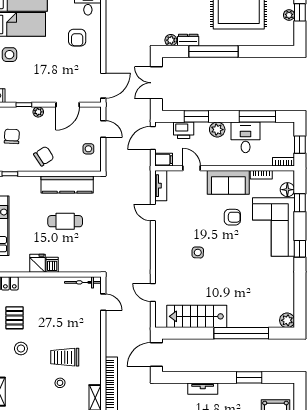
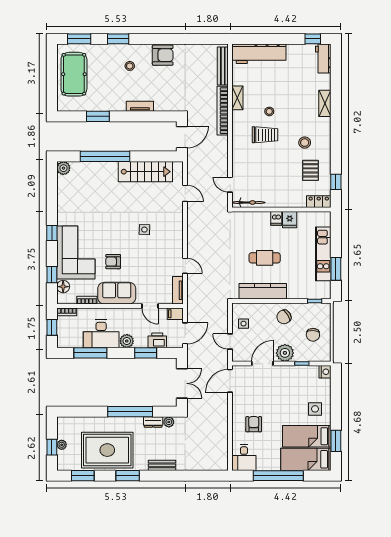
plant: (38, 112) -> (285, 353), width x1.88, depth x1.88
desk: (246, 137) -> (101, 334), width x1.37

